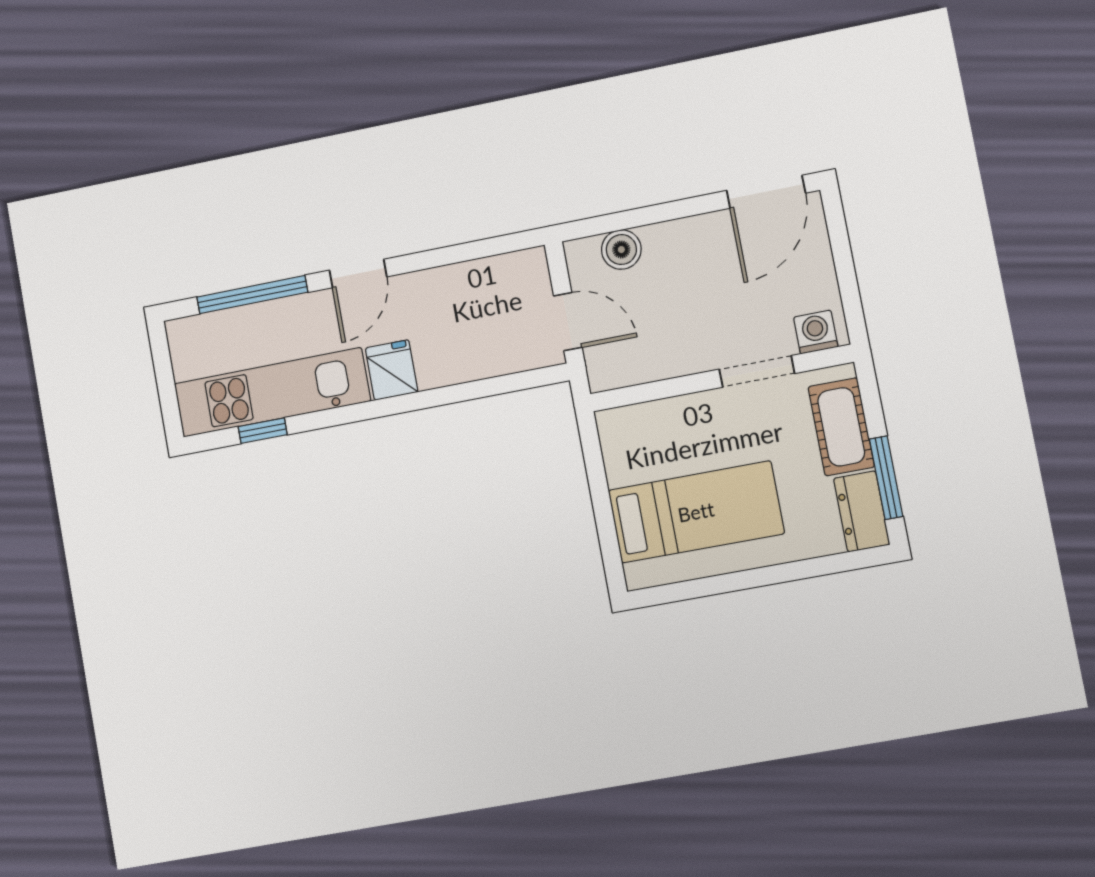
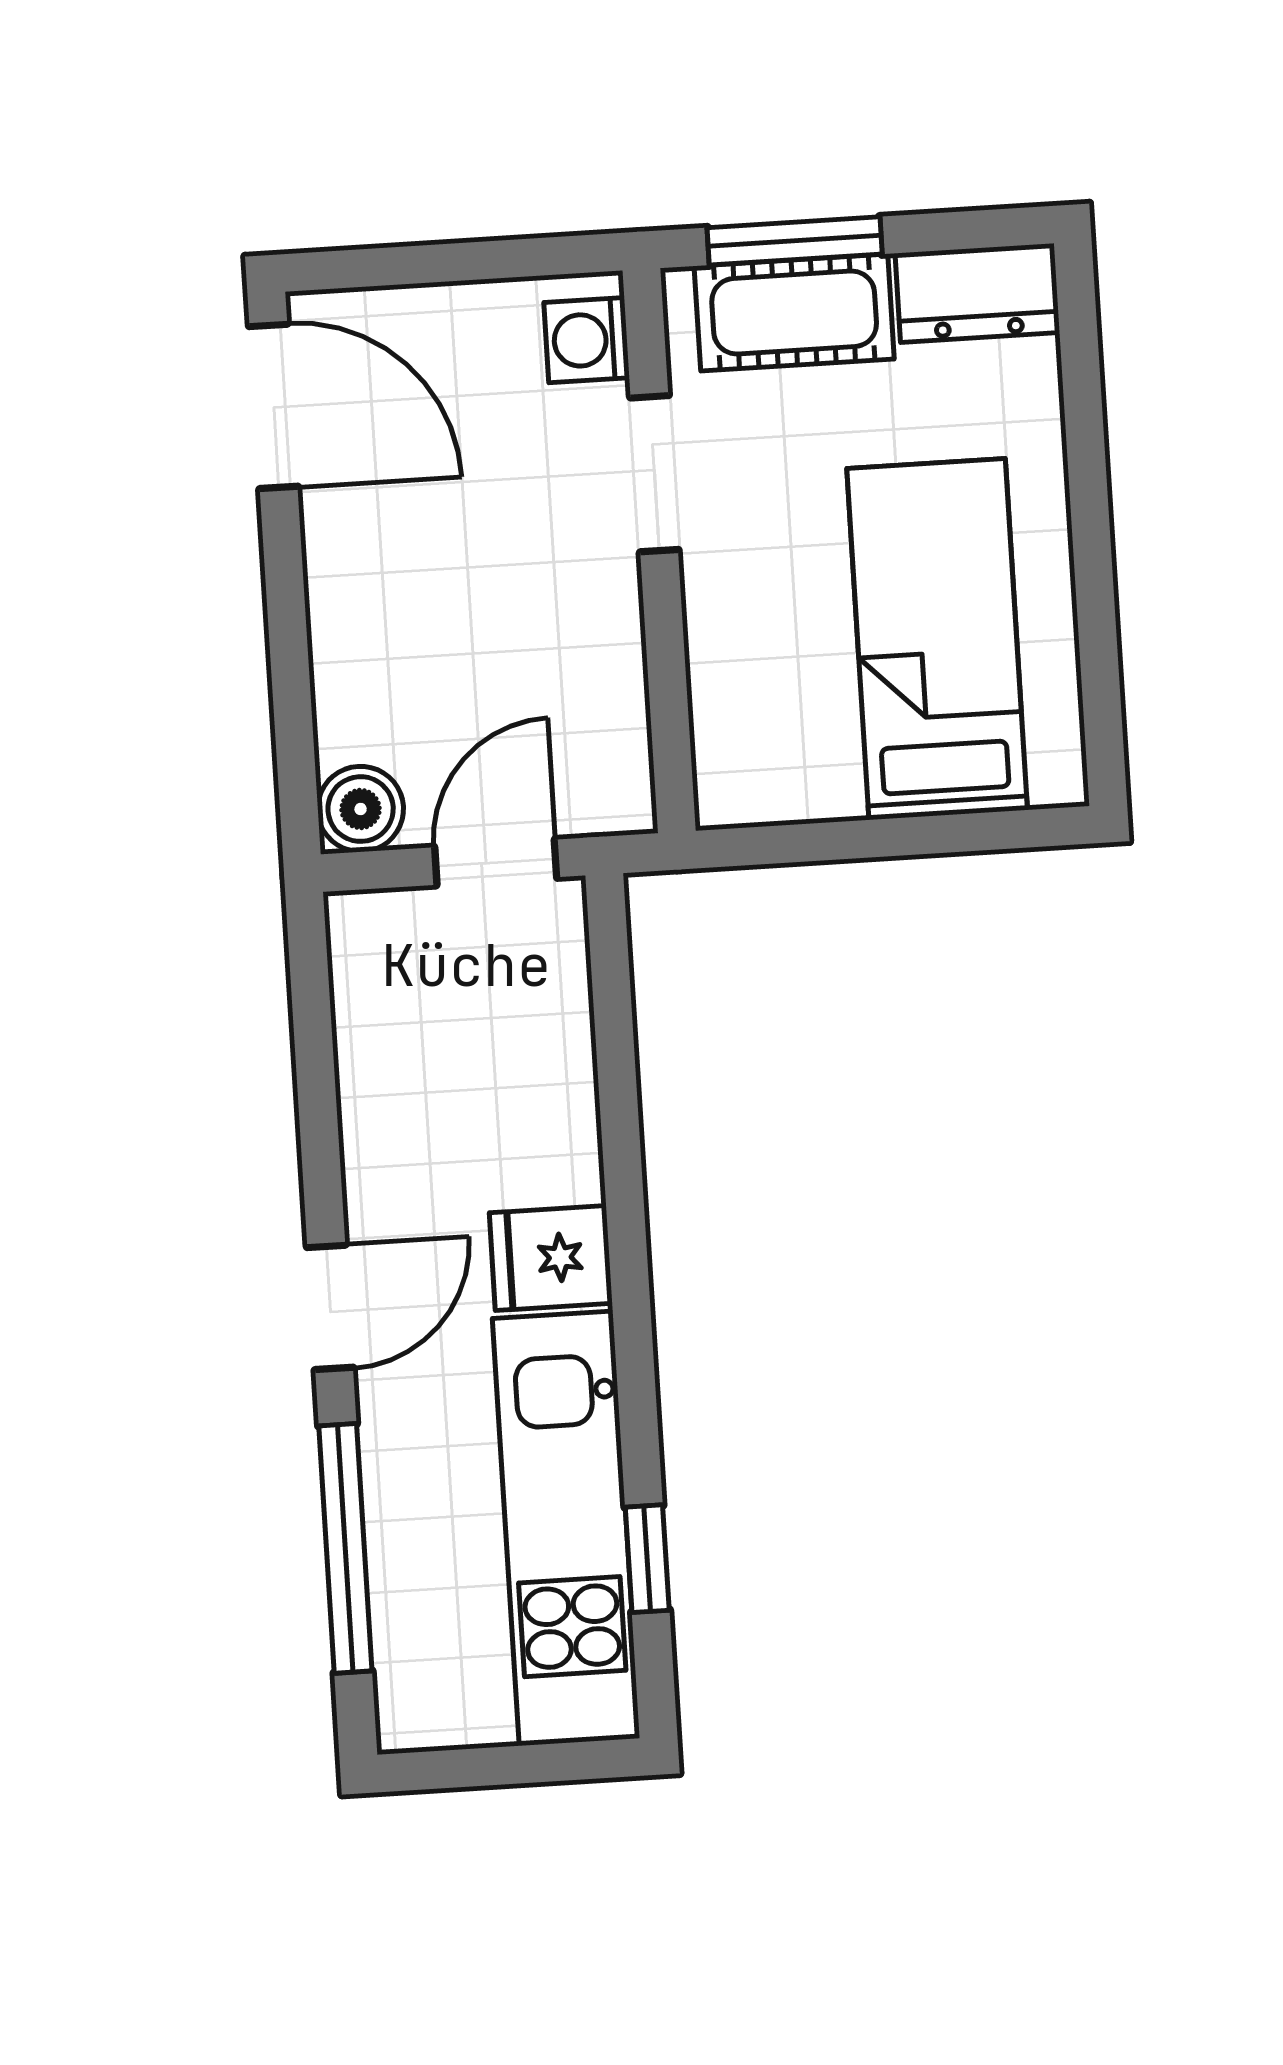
boiler: (621, 250) -> (361, 809), moved
door: (358, 273) -> (330, 1307), hinge flipped
window: (886, 478) -> (795, 241), moved

